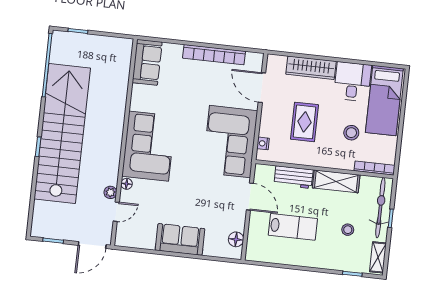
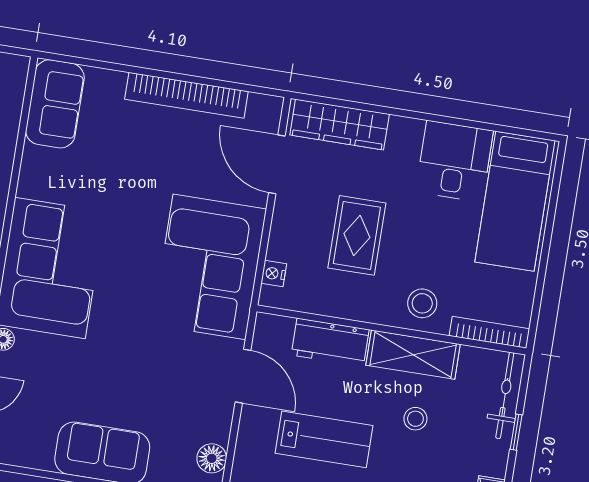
wardrobe: (311, 68) -> (340, 125), moved
stool: (351, 133) -> (422, 303), moved
bicycle: (380, 208) -> (505, 395), width x0.73, depth x0.71
stool: (348, 230) -> (415, 419), moved

